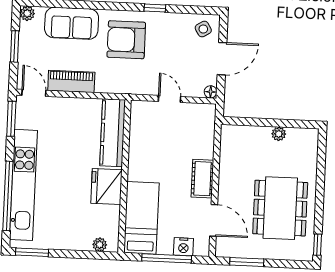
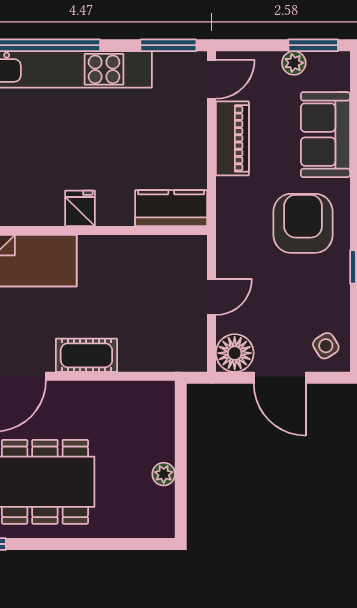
plant: (27, 13) -> (294, 63), moved
window: (15, 46) -> (313, 45), moved
floor lamp: (211, 92) -> (235, 353), width x1.89, depth x1.89
kitchen counter: (113, 133) -> (171, 208), width x0.67
fridge: (106, 187) -> (80, 208), width x0.53, depth x0.75

